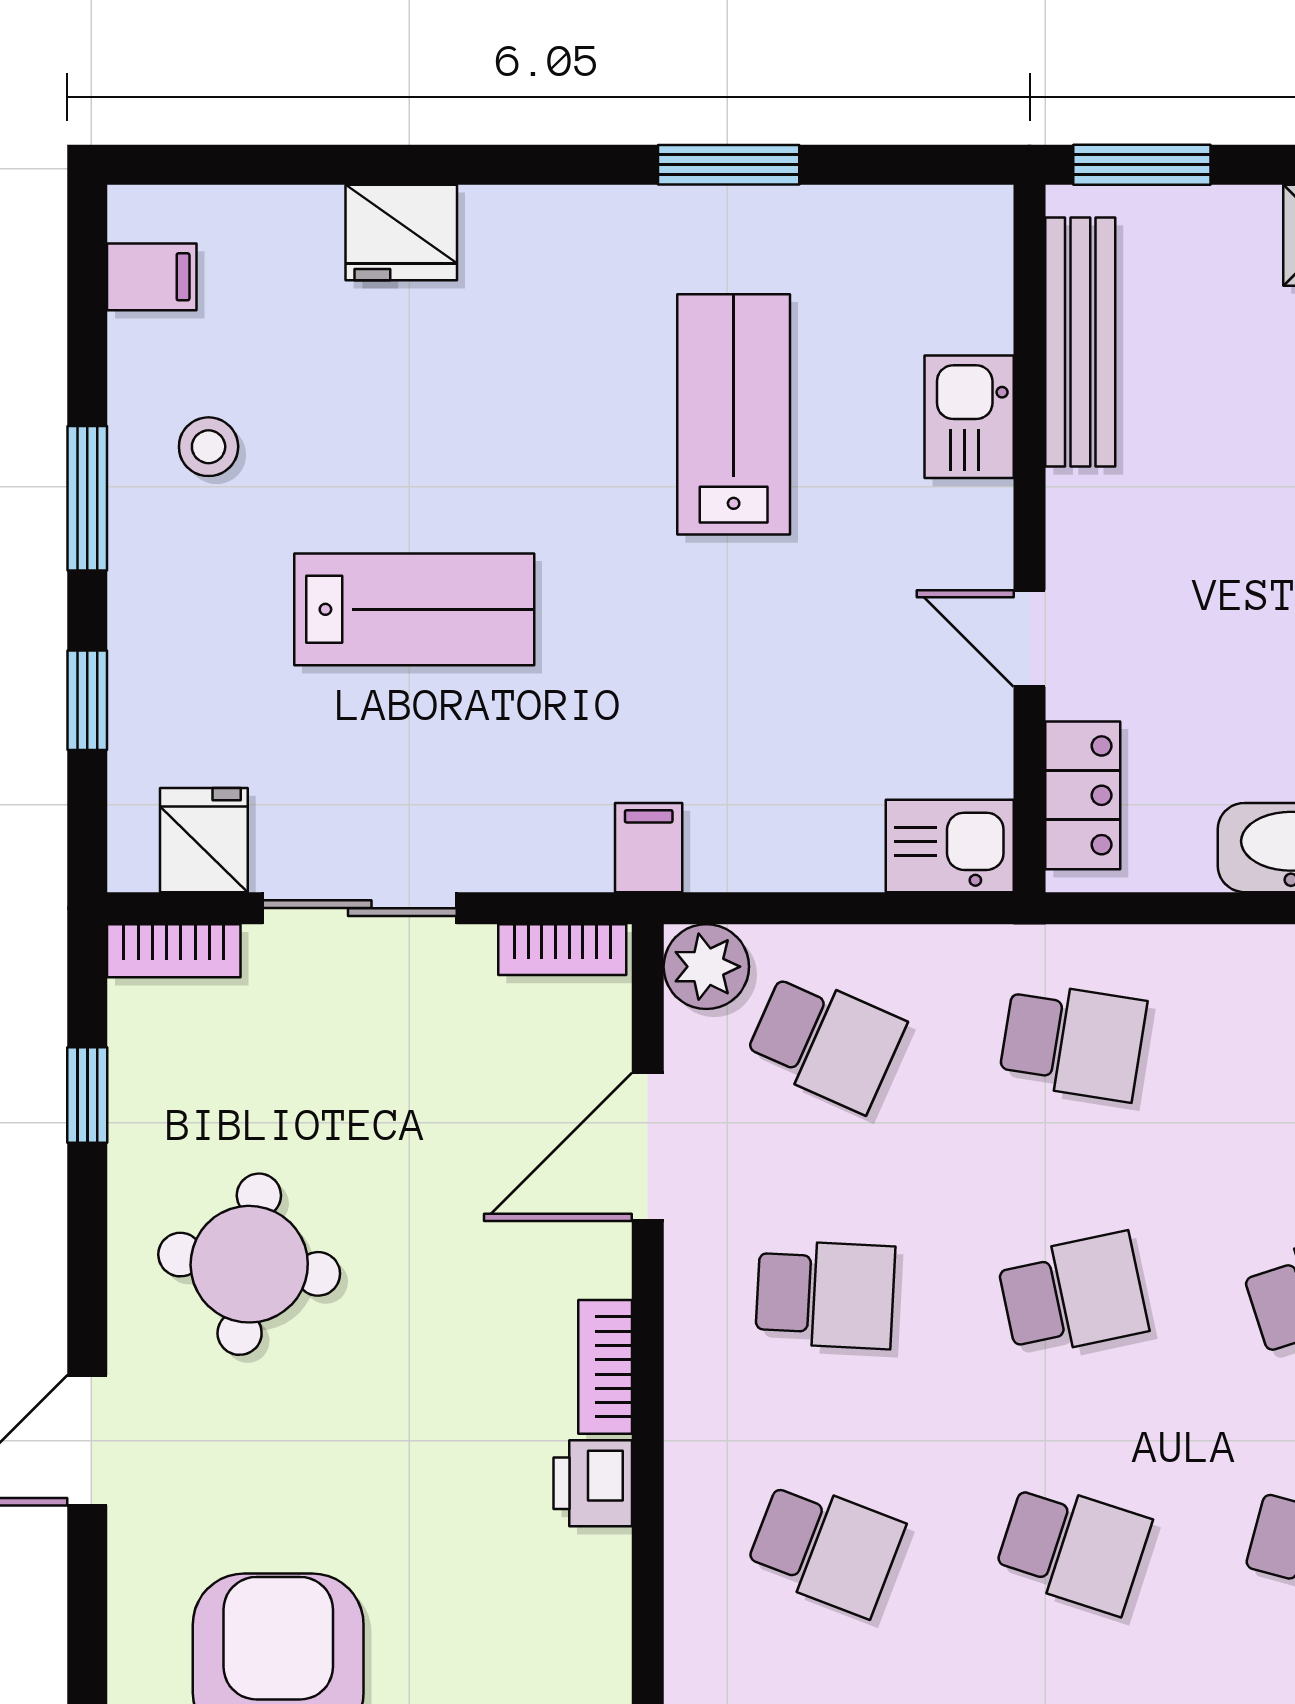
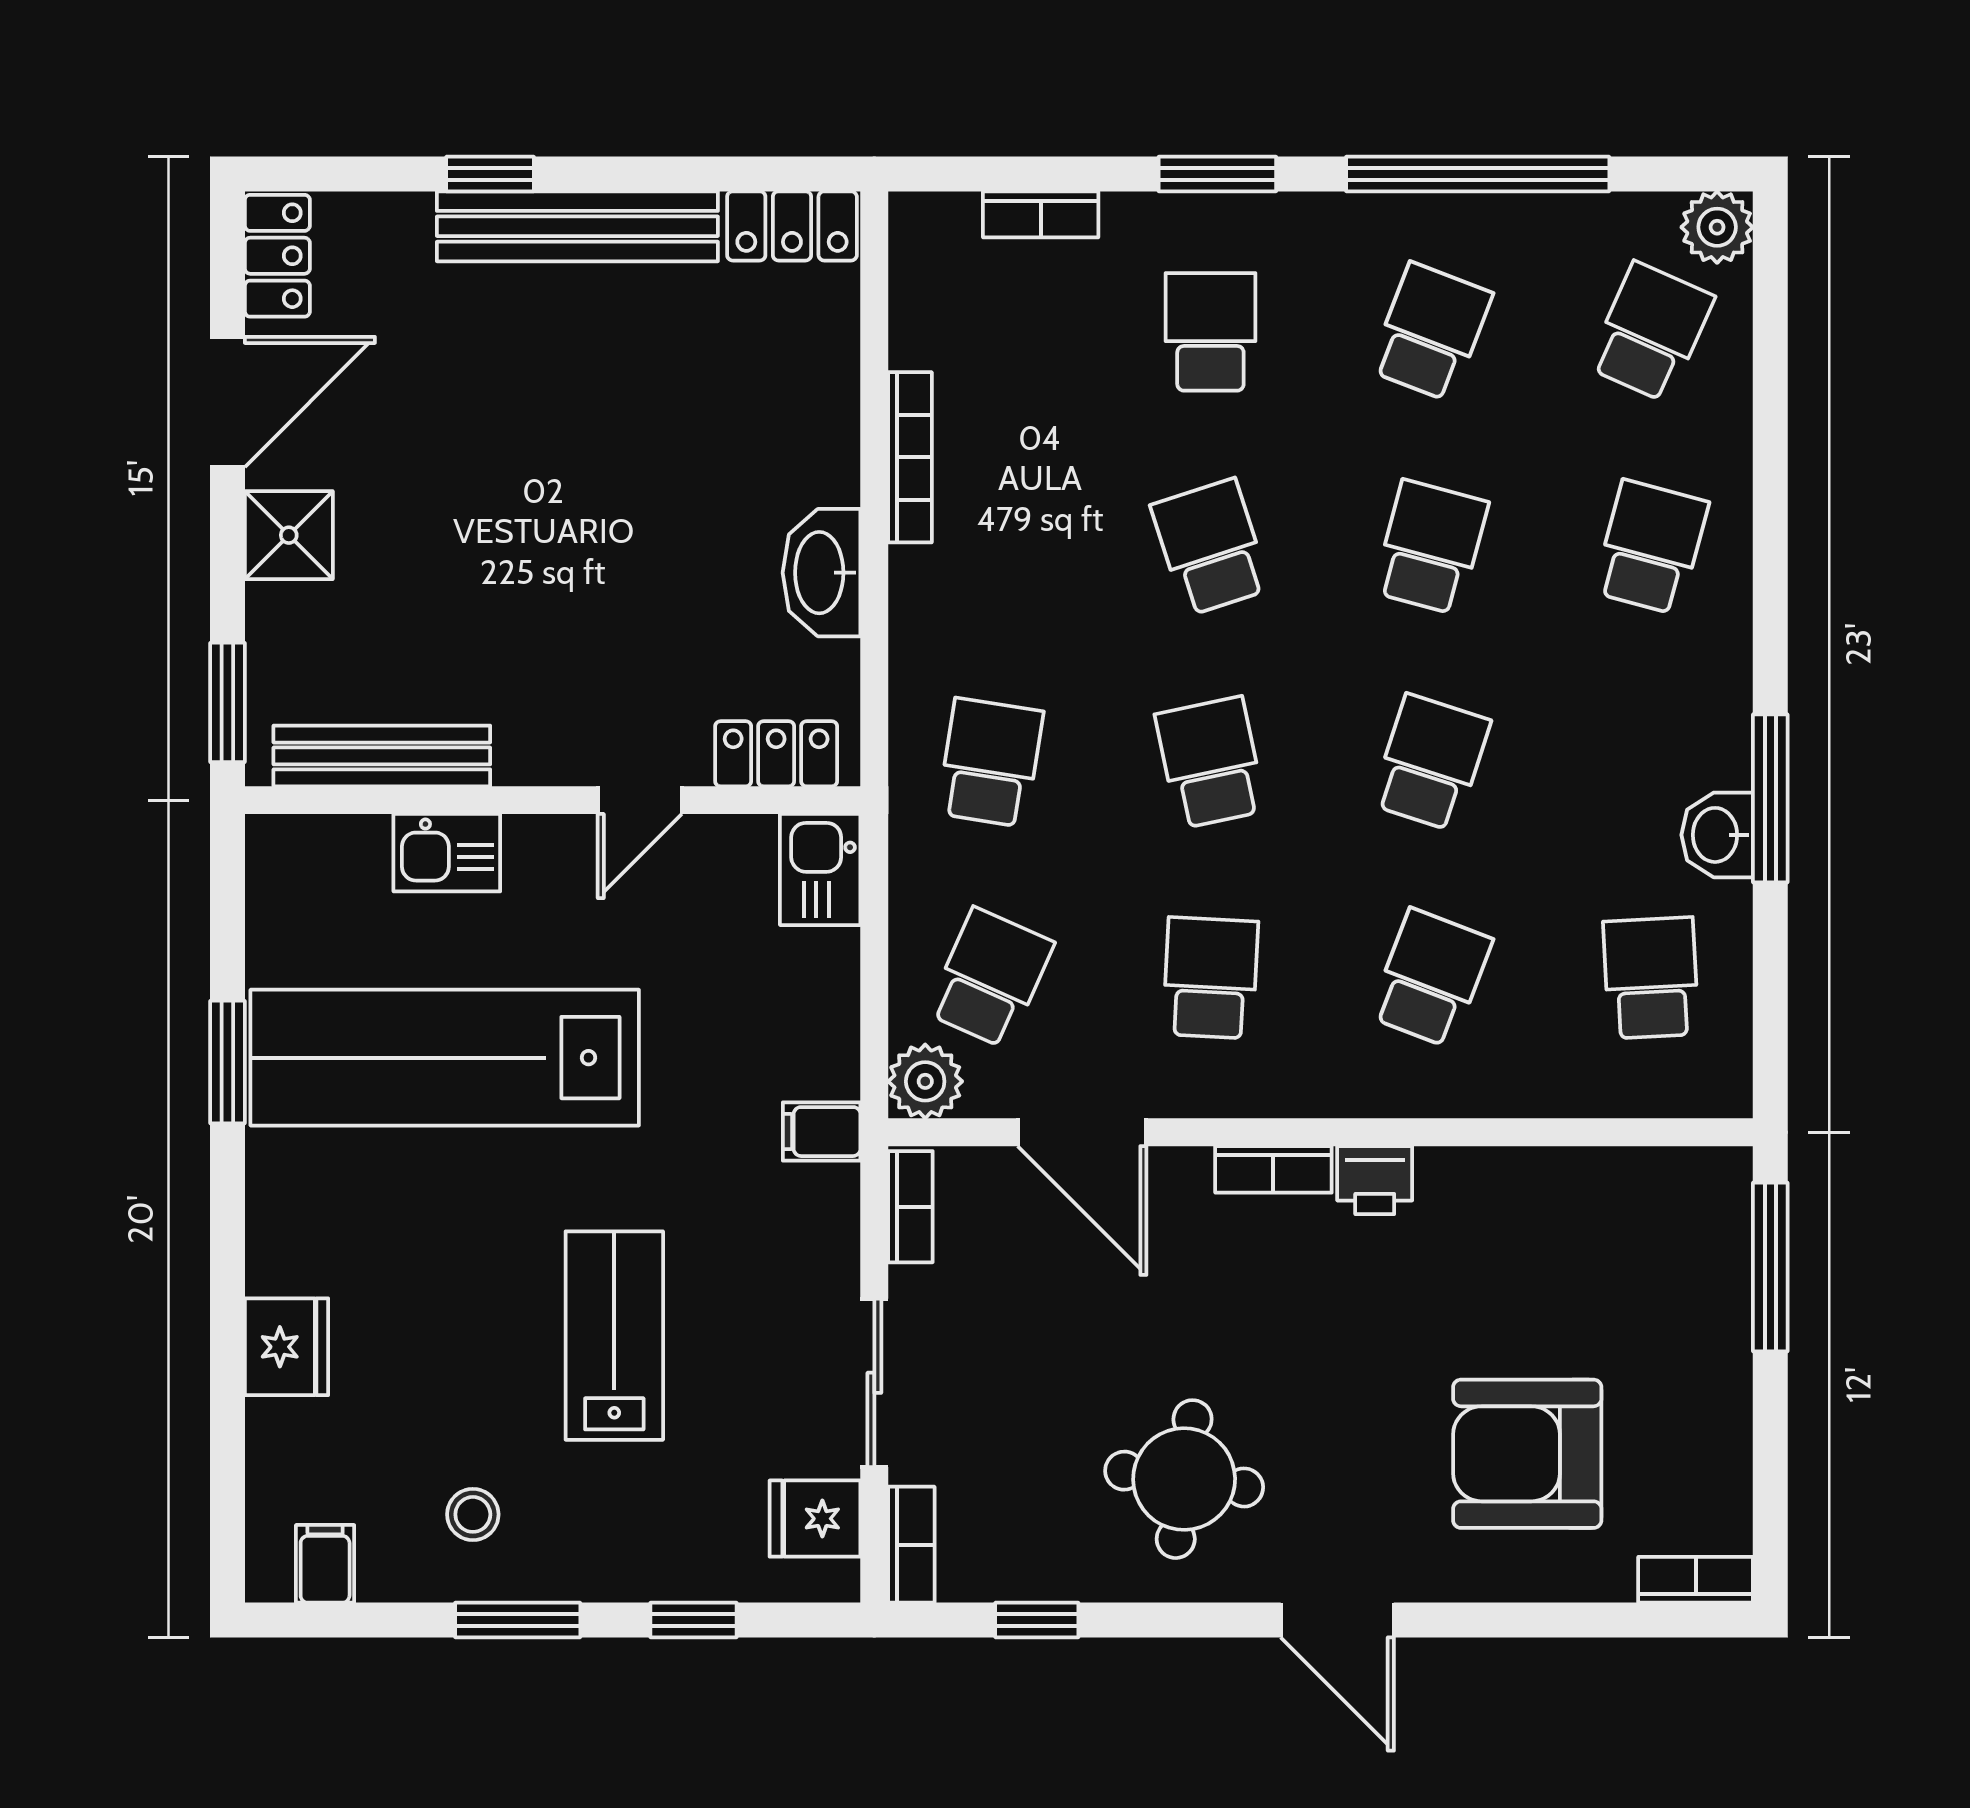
lab bench: (734, 414) -> (445, 1058), width x1.86, depth x1.39

